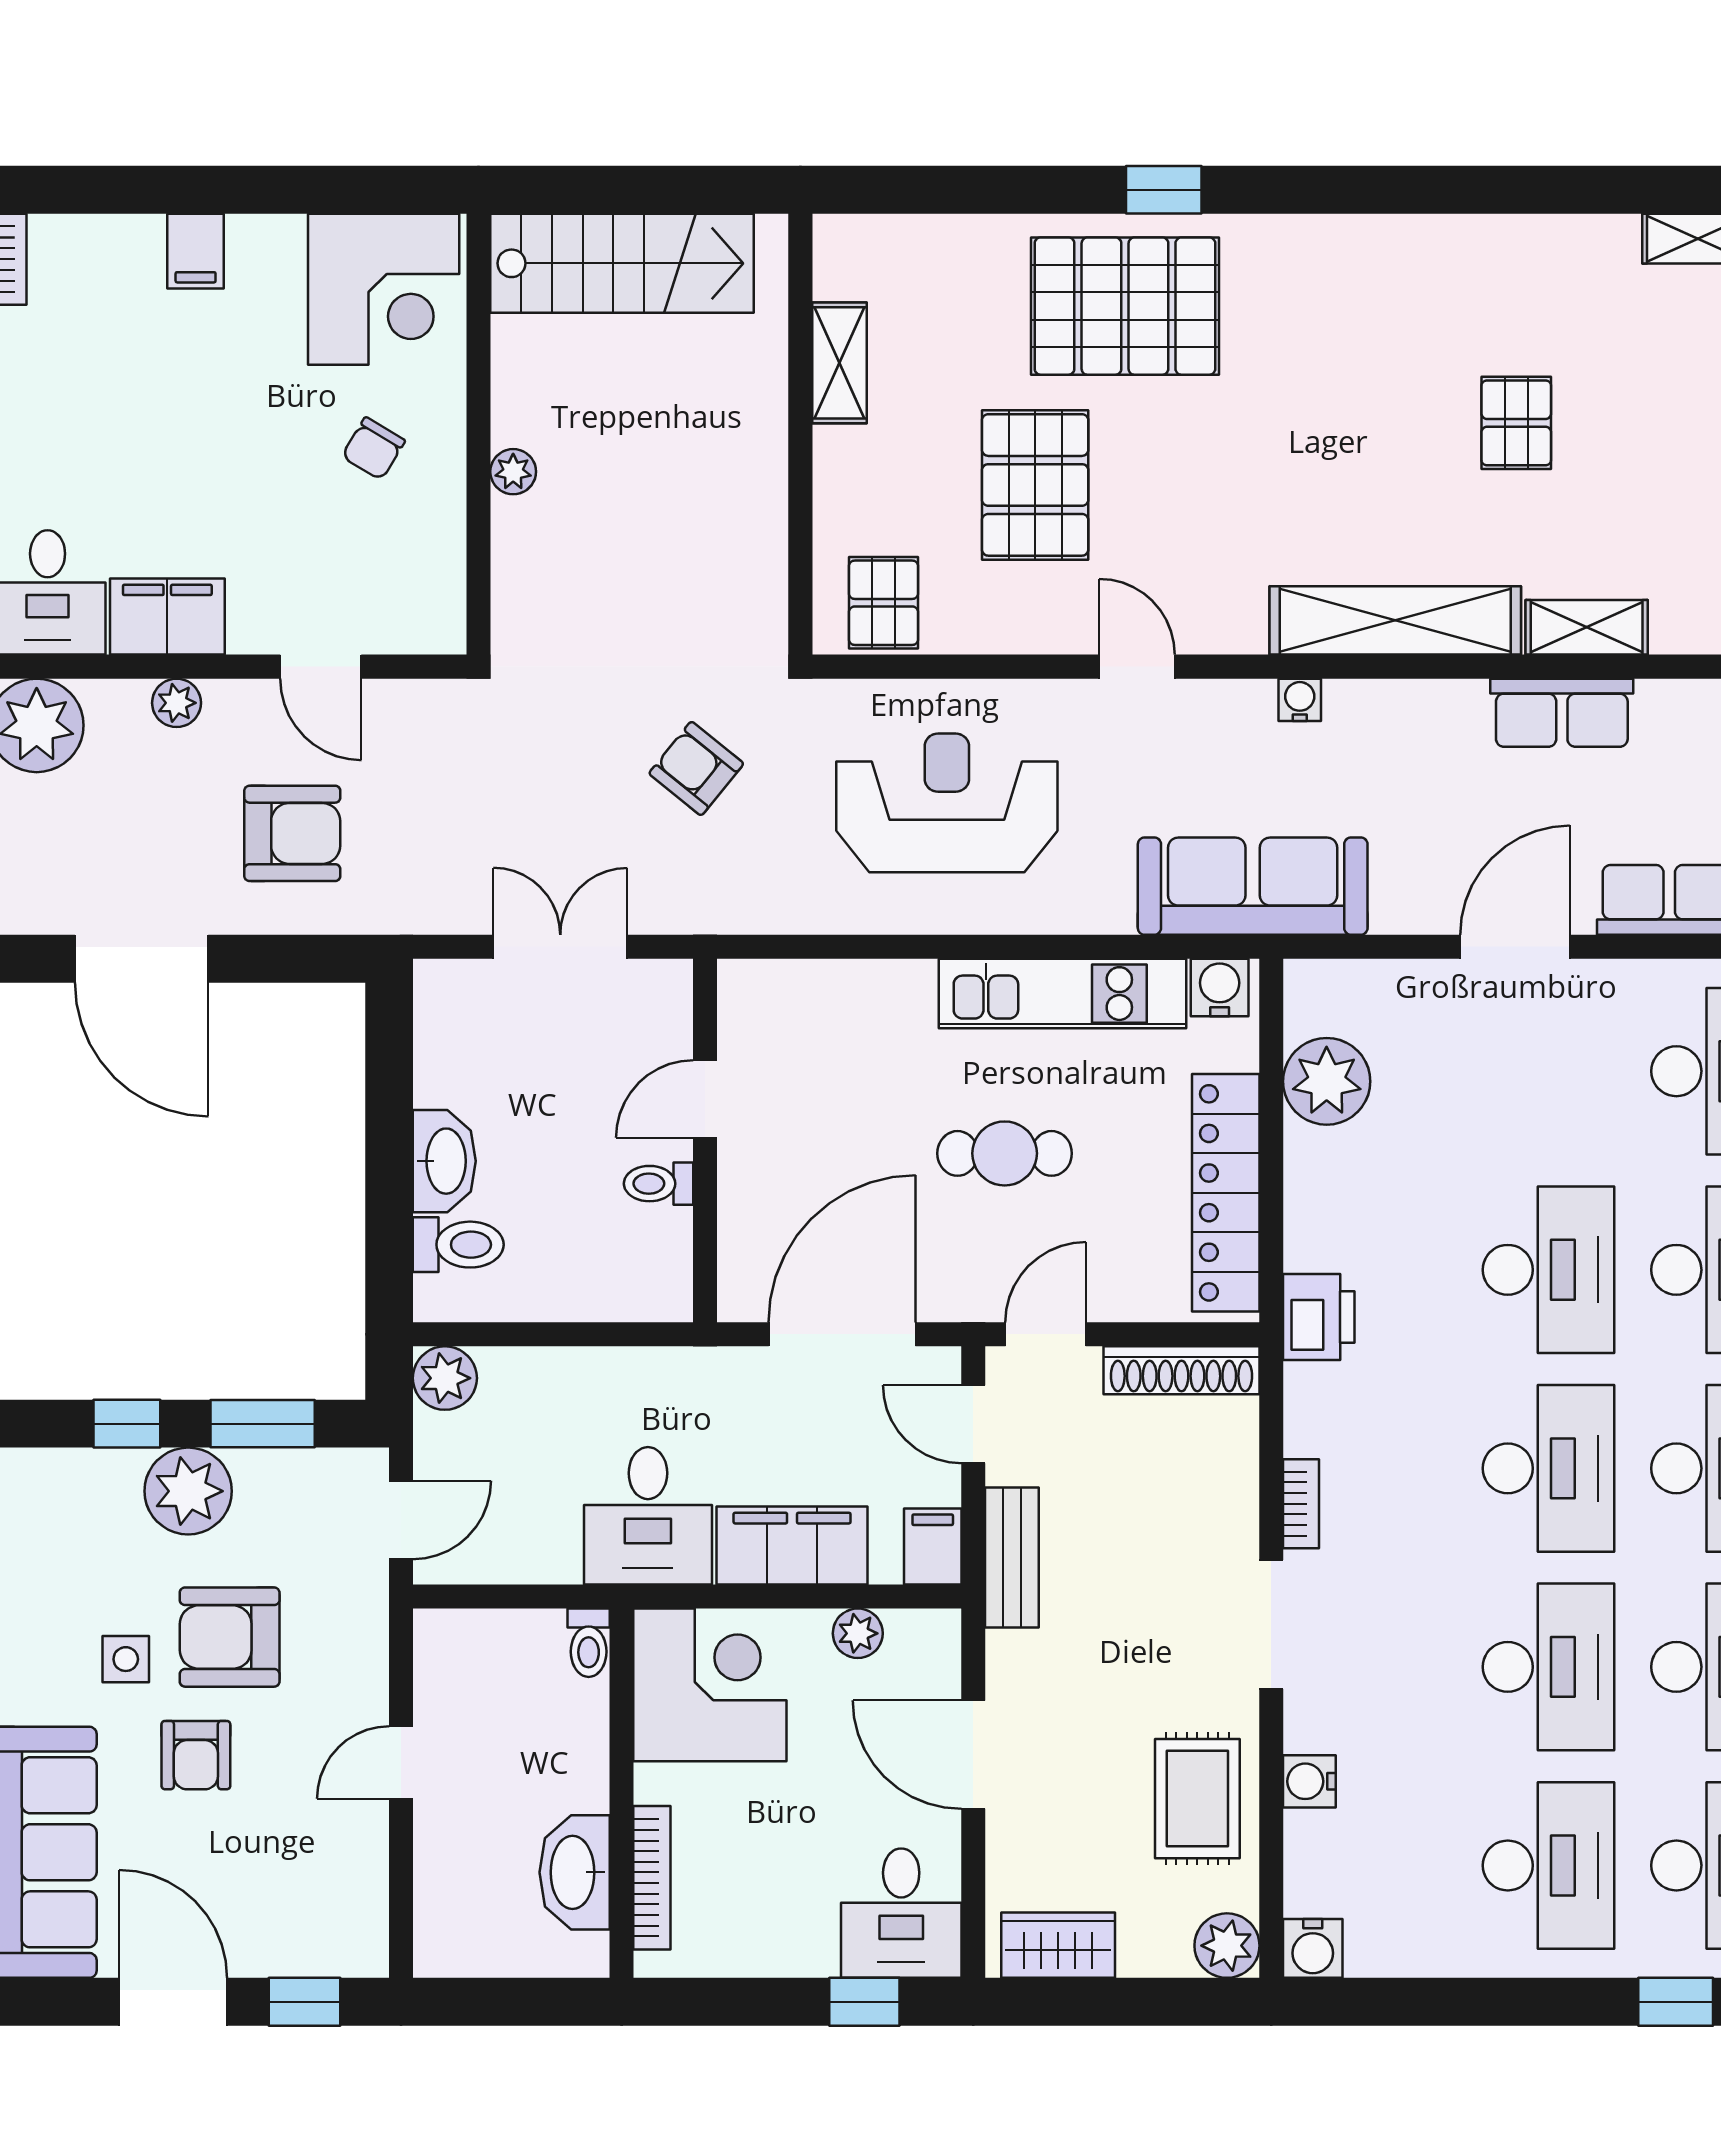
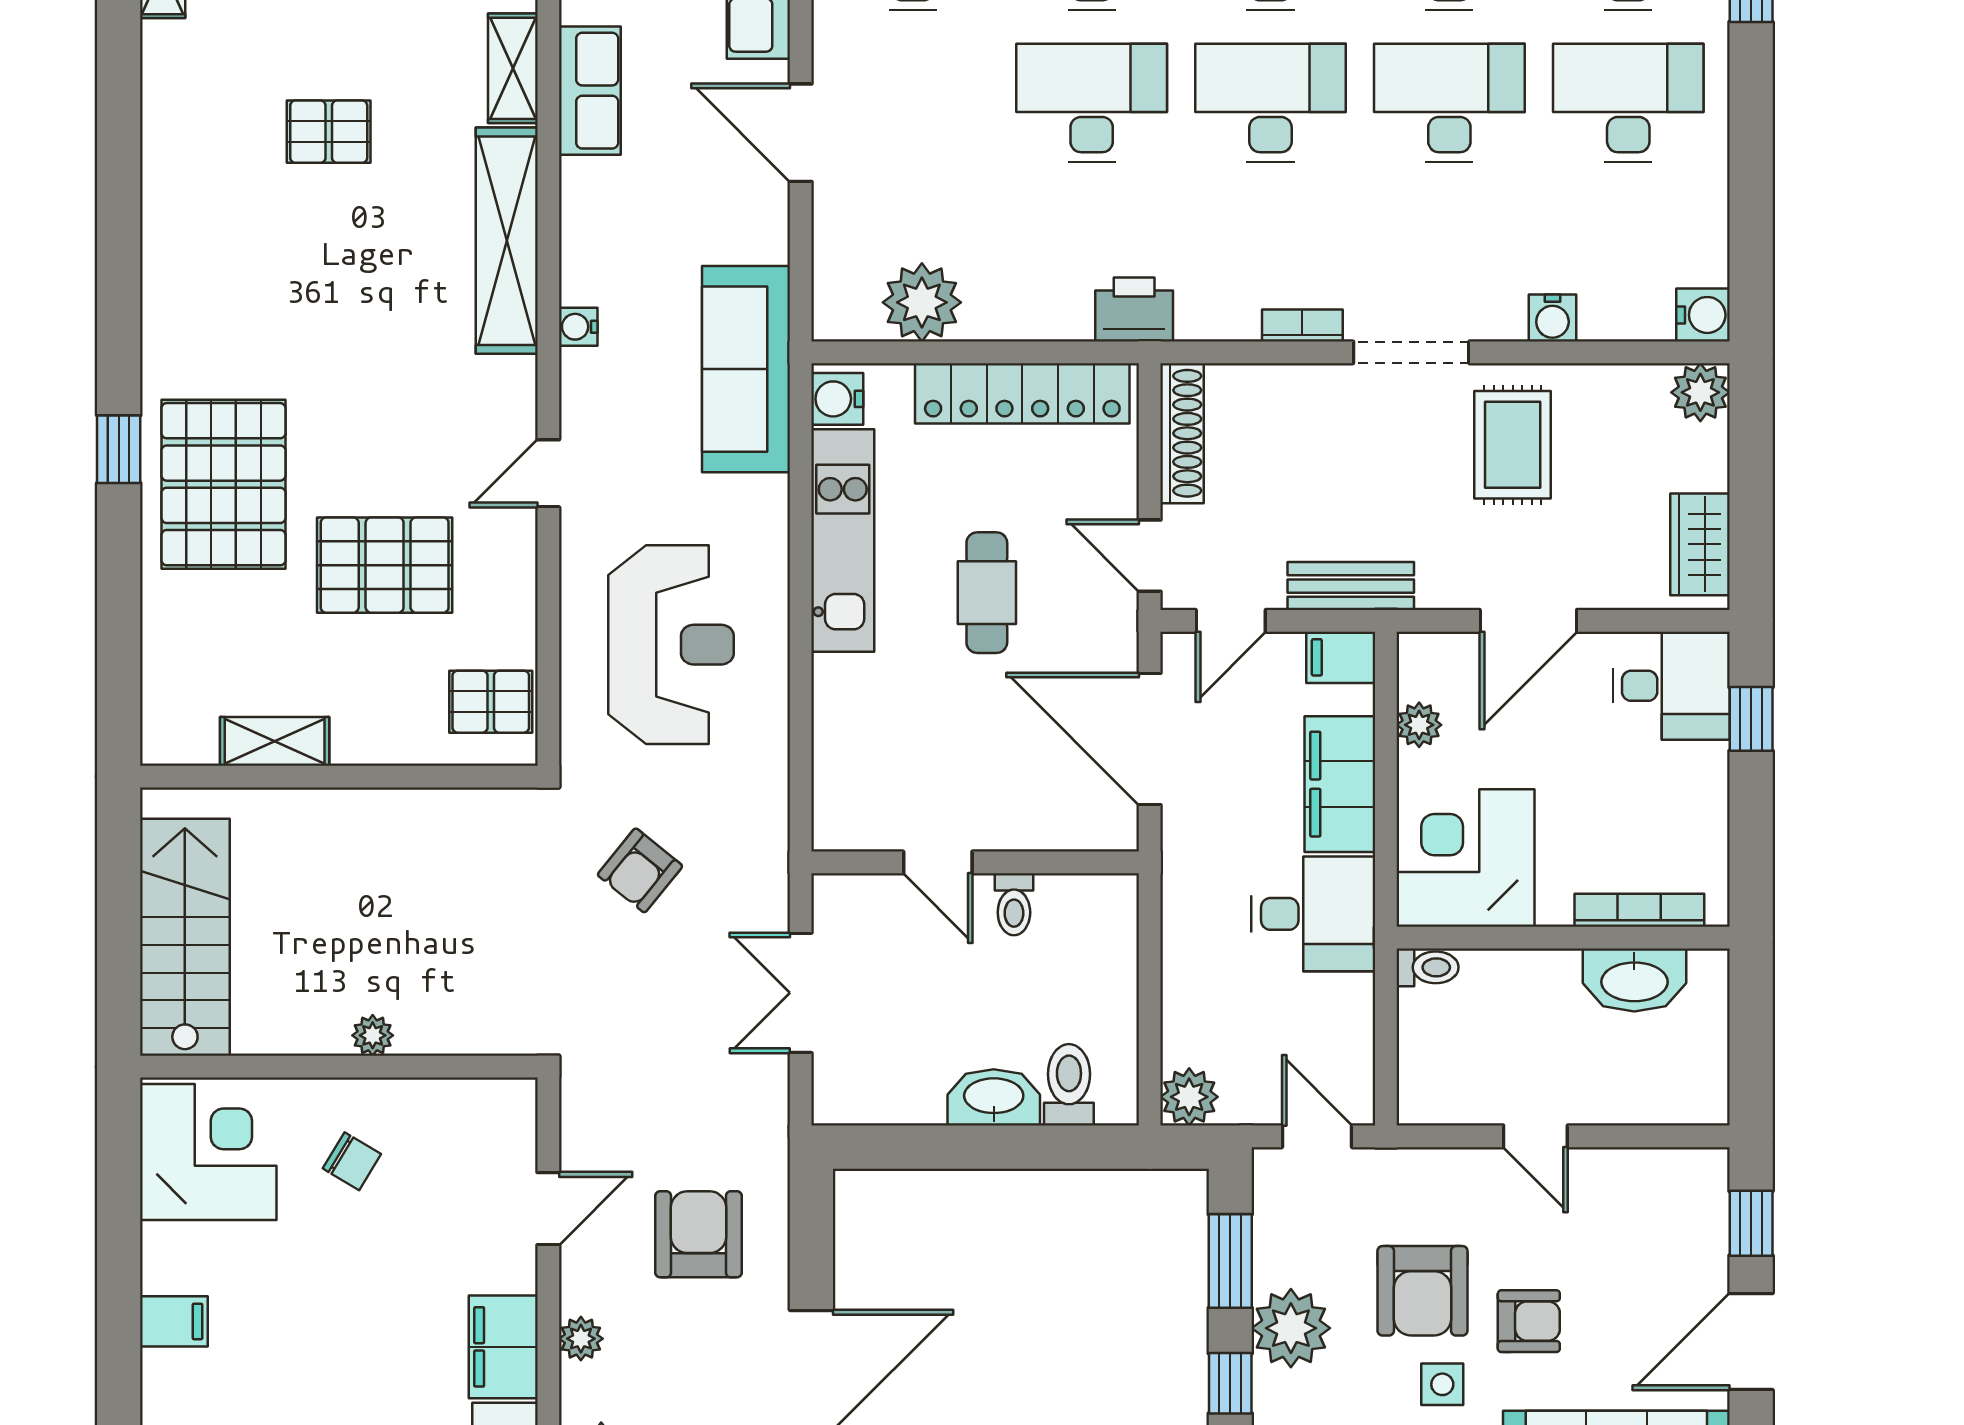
reception desk: (947, 803) -> (671, 645), turned 180
rug: (1197, 1799) -> (1513, 445), moved, turned 90

